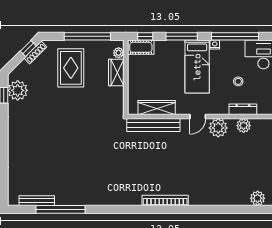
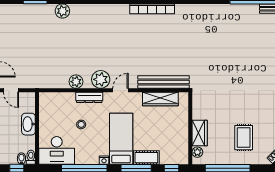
cot: (141, 47) -> (146, 158), moved
rug: (71, 68) -> (244, 138), width x0.73, depth x0.70
dresser: (243, 109) -> (89, 97), moved

